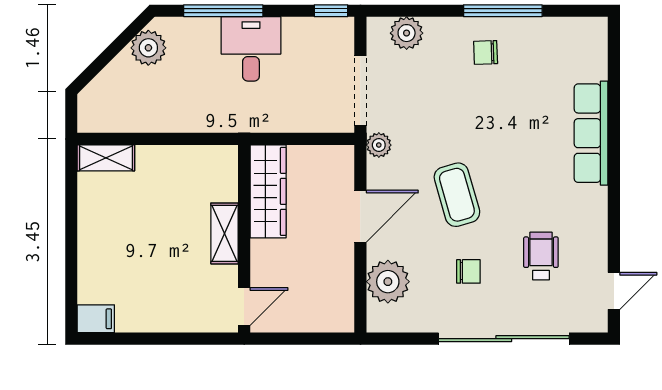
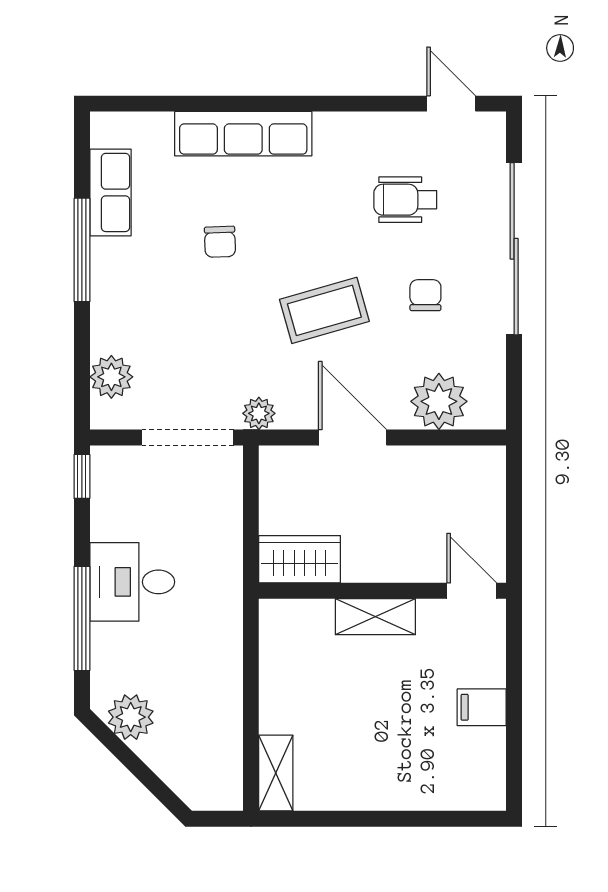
row of seats: (546, 32) -> (111, 192), added
chair: (486, 52) -> (220, 242), moved
wardrobe: (268, 191) -> (300, 559), width x0.67
filing cabinet: (96, 319) -> (482, 707), moved, turned -90

